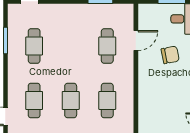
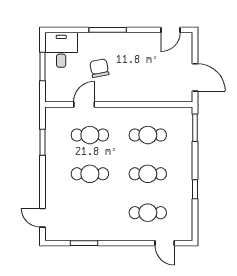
door: (136, 41) -> (84, 105), hinge flipped
cafe table: (34, 46) -> (90, 174), moved

